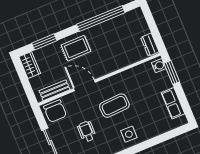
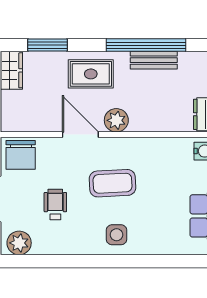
plant: (102, 69) -> (116, 120), added
bench: (55, 90) -> (154, 60), moved

